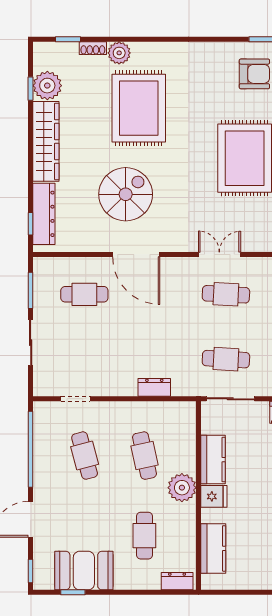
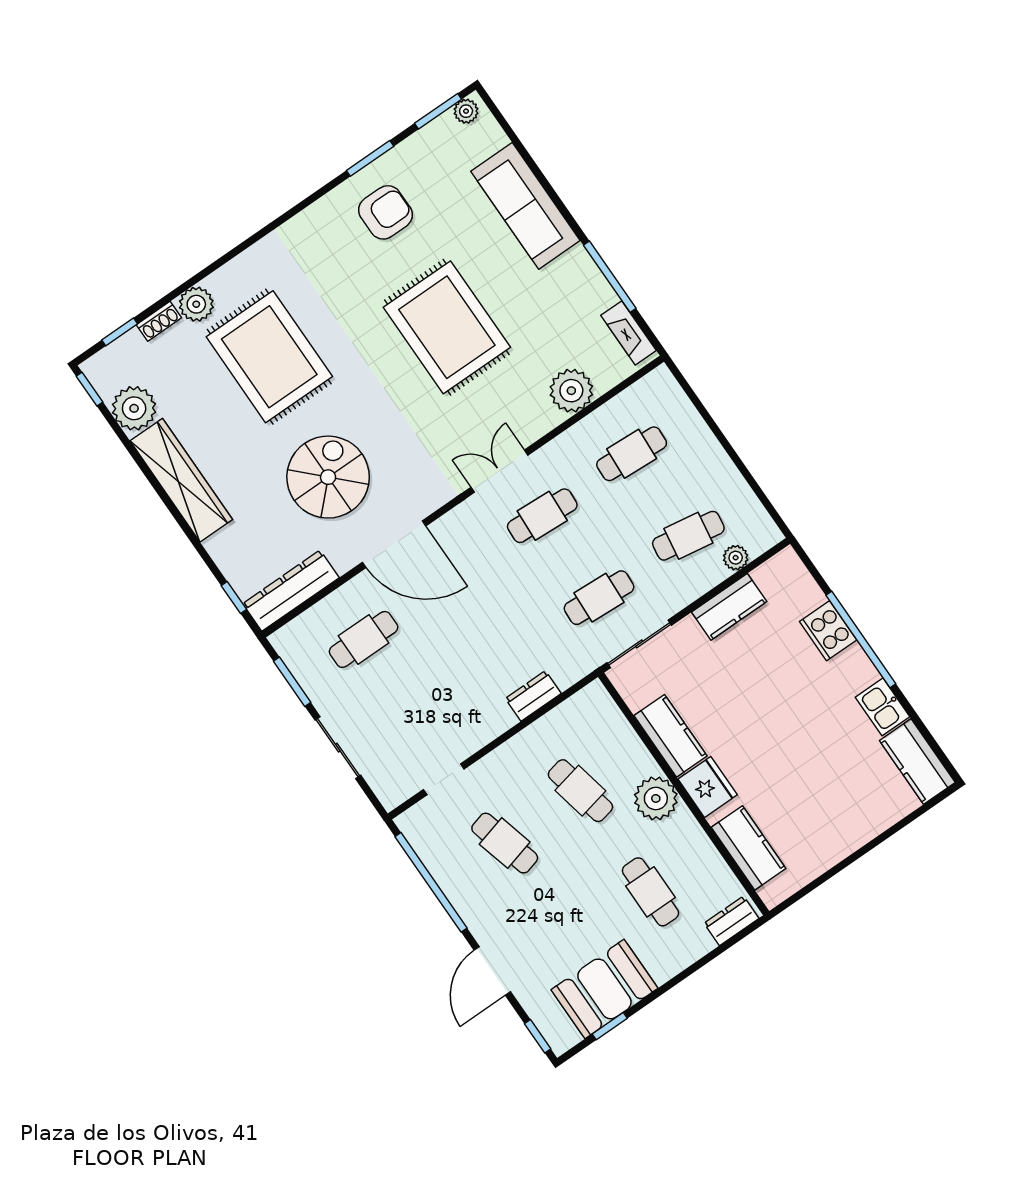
window: (31, 89) -> (90, 389), moved
dresser: (44, 214) -> (291, 591), moved, turned -90
fridge: (214, 496) -> (708, 787), width x1.38

